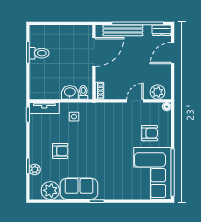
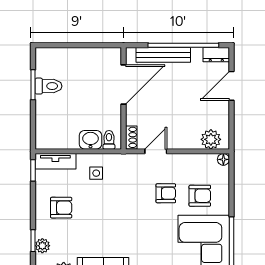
door: (135, 101) -> (156, 151), moved
armchair: (125, 131) -> (166, 193), added
armchair: (60, 151) -> (61, 208), moved

